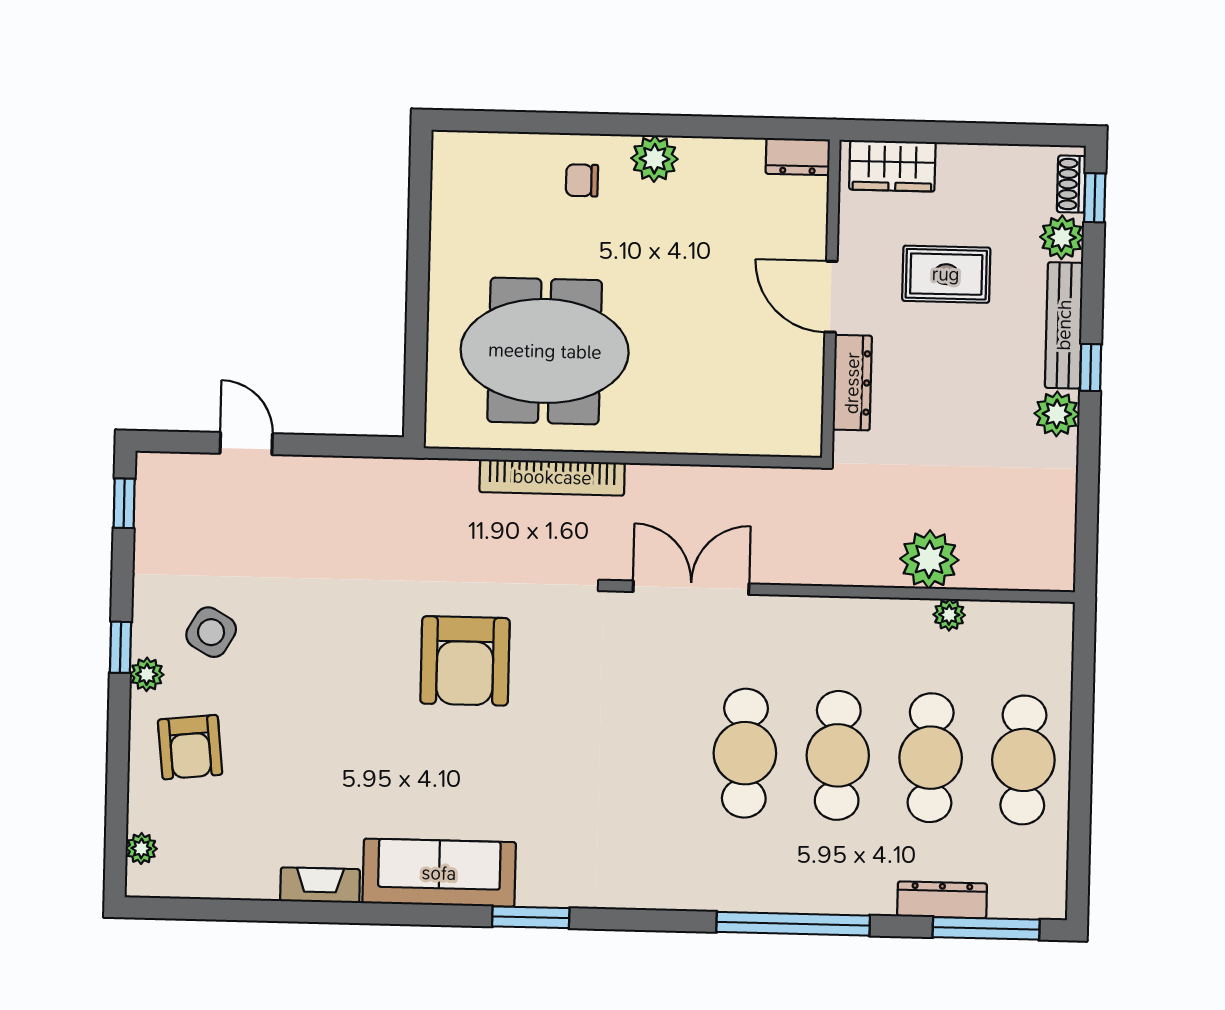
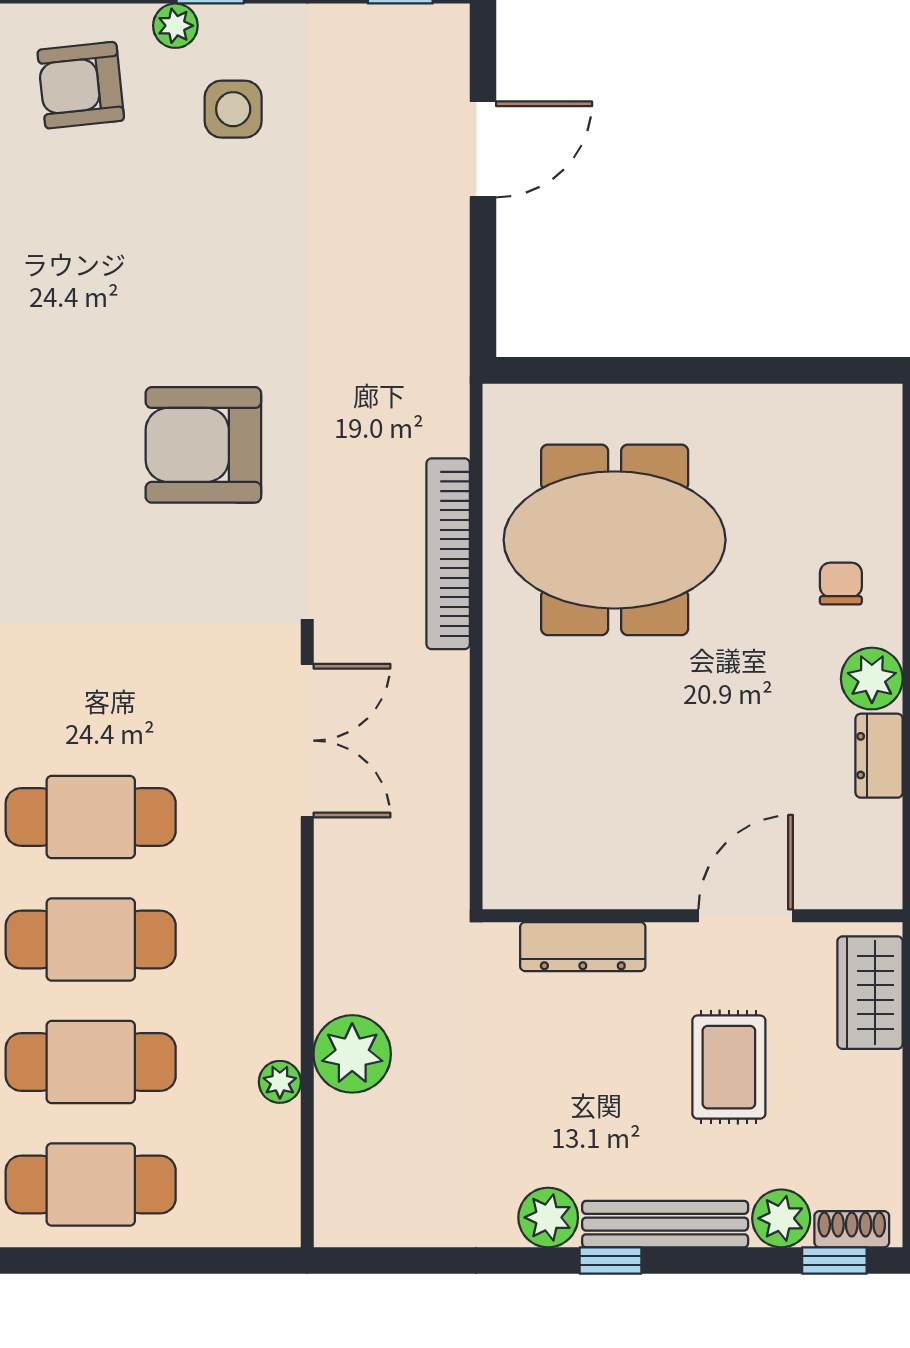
dresser: (798, 157) -> (879, 756), moved
door: (831, 297) -> (746, 916), moved
meeting table: (545, 351) -> (615, 540), turned 90
door: (246, 444) -> (483, 149), width x1.38
side table: (211, 632) -> (233, 109), turned -30

